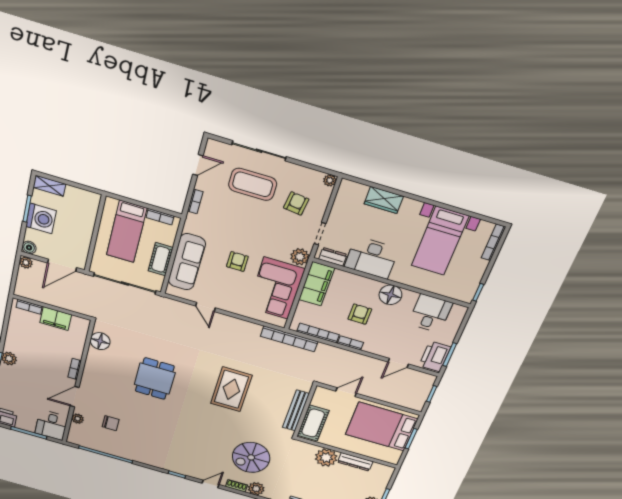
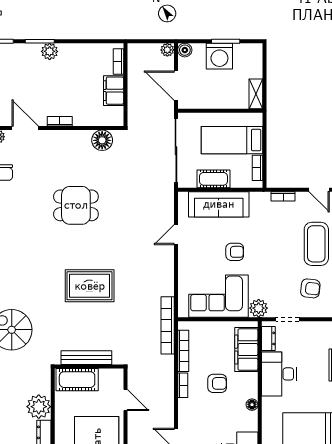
shelving: (49, 186) -> (256, 94), moved
filing cabinet: (317, 284) -> (246, 350), moved, turned 90
floor lamp: (390, 295) -> (252, 405), width x0.53, depth x0.53

